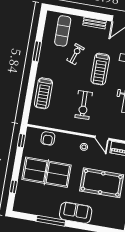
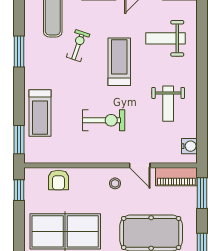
treadmill: (100, 69) -> (119, 62), turned 180
exercise bike: (84, 105) -> (104, 120), turned -88
window: (27, 108) -> (19, 140), added

